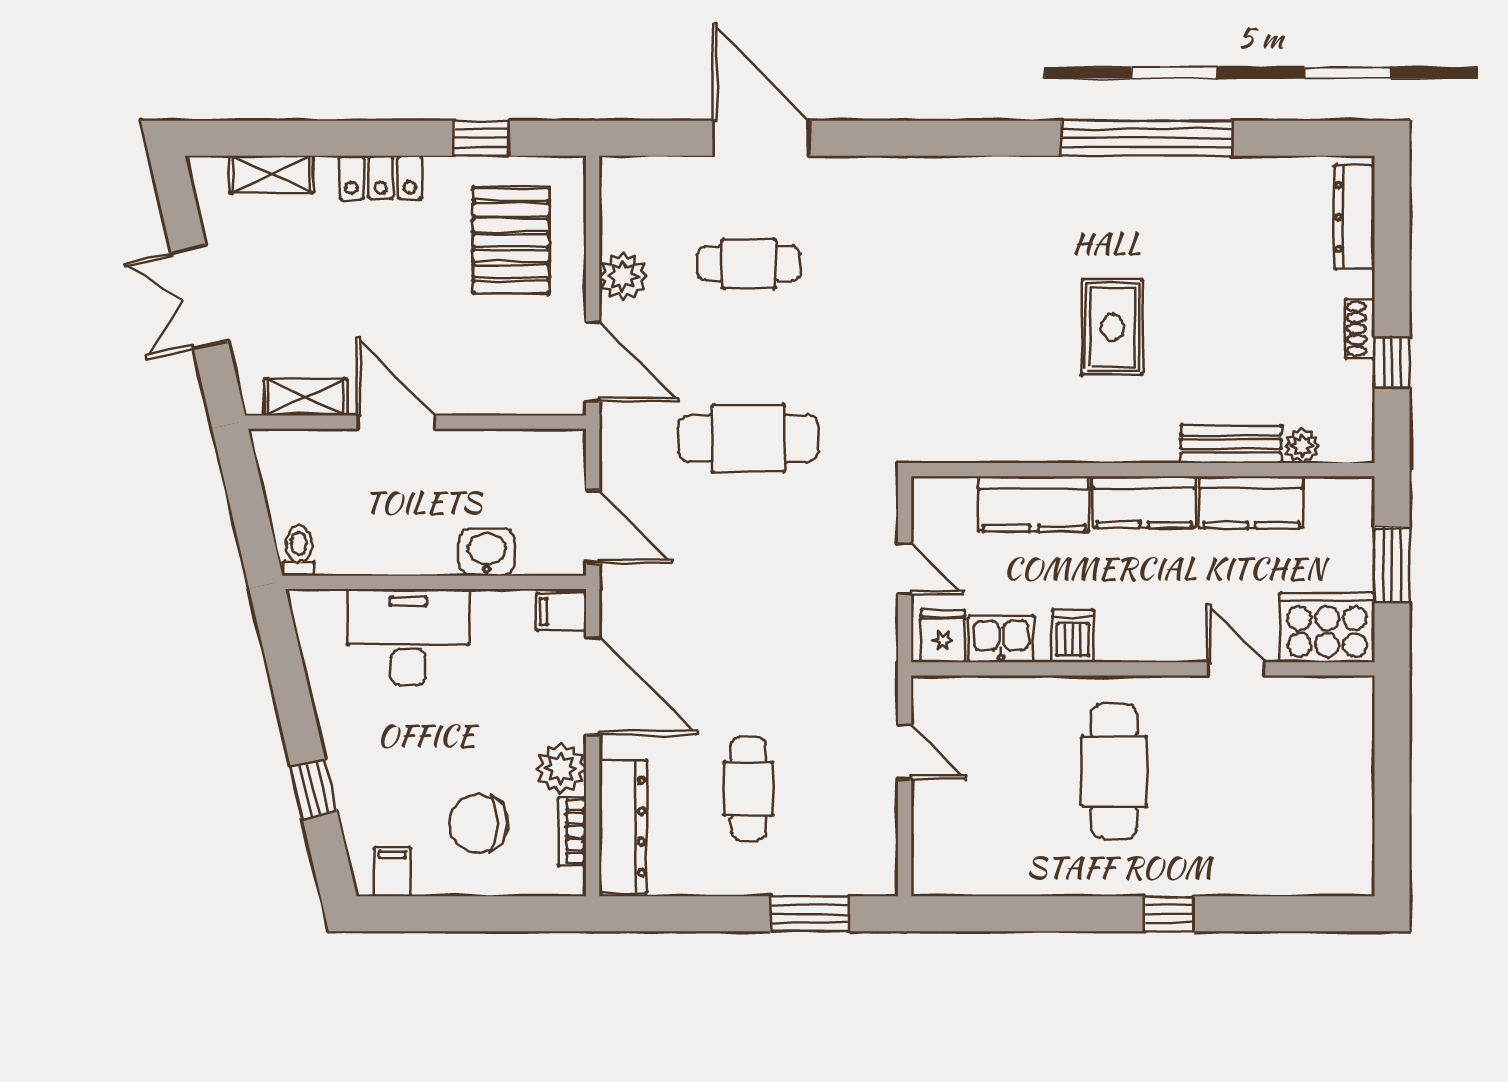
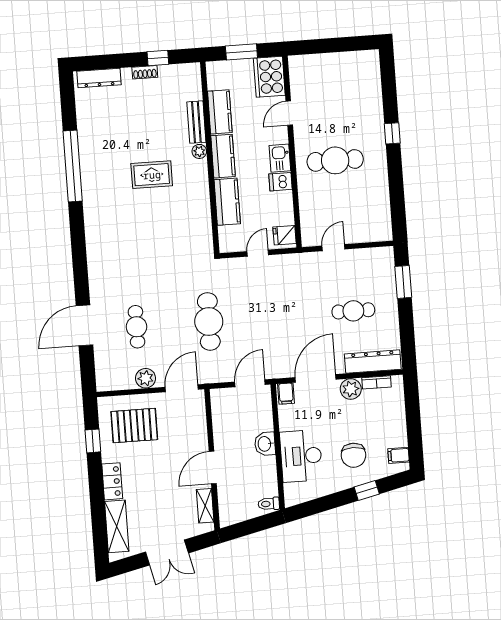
shelving: (271, 174) -> (117, 526), width x1.50, depth x1.33
plant: (1302, 446) -> (199, 151), moved
washbasin: (487, 552) -> (265, 444), moved
kitchen sink: (1001, 639) -> (280, 158), moved
chair: (479, 823) -> (353, 455), moved

